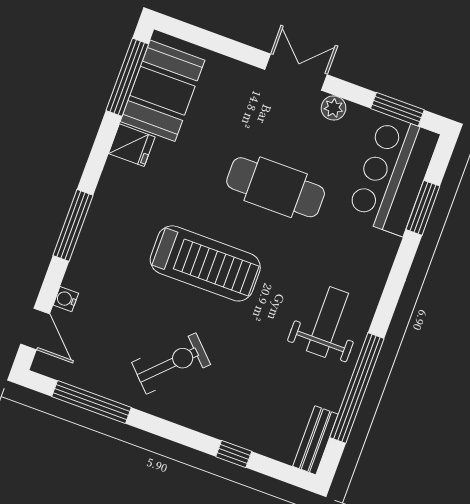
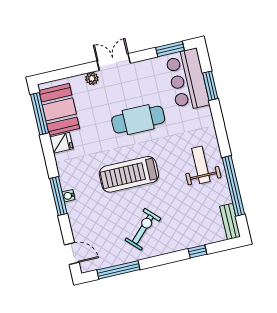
plant: (334, 108) -> (92, 78), moved
treadmill: (205, 263) -> (129, 174), turned 180
water cooler: (66, 299) -> (69, 196), moved

